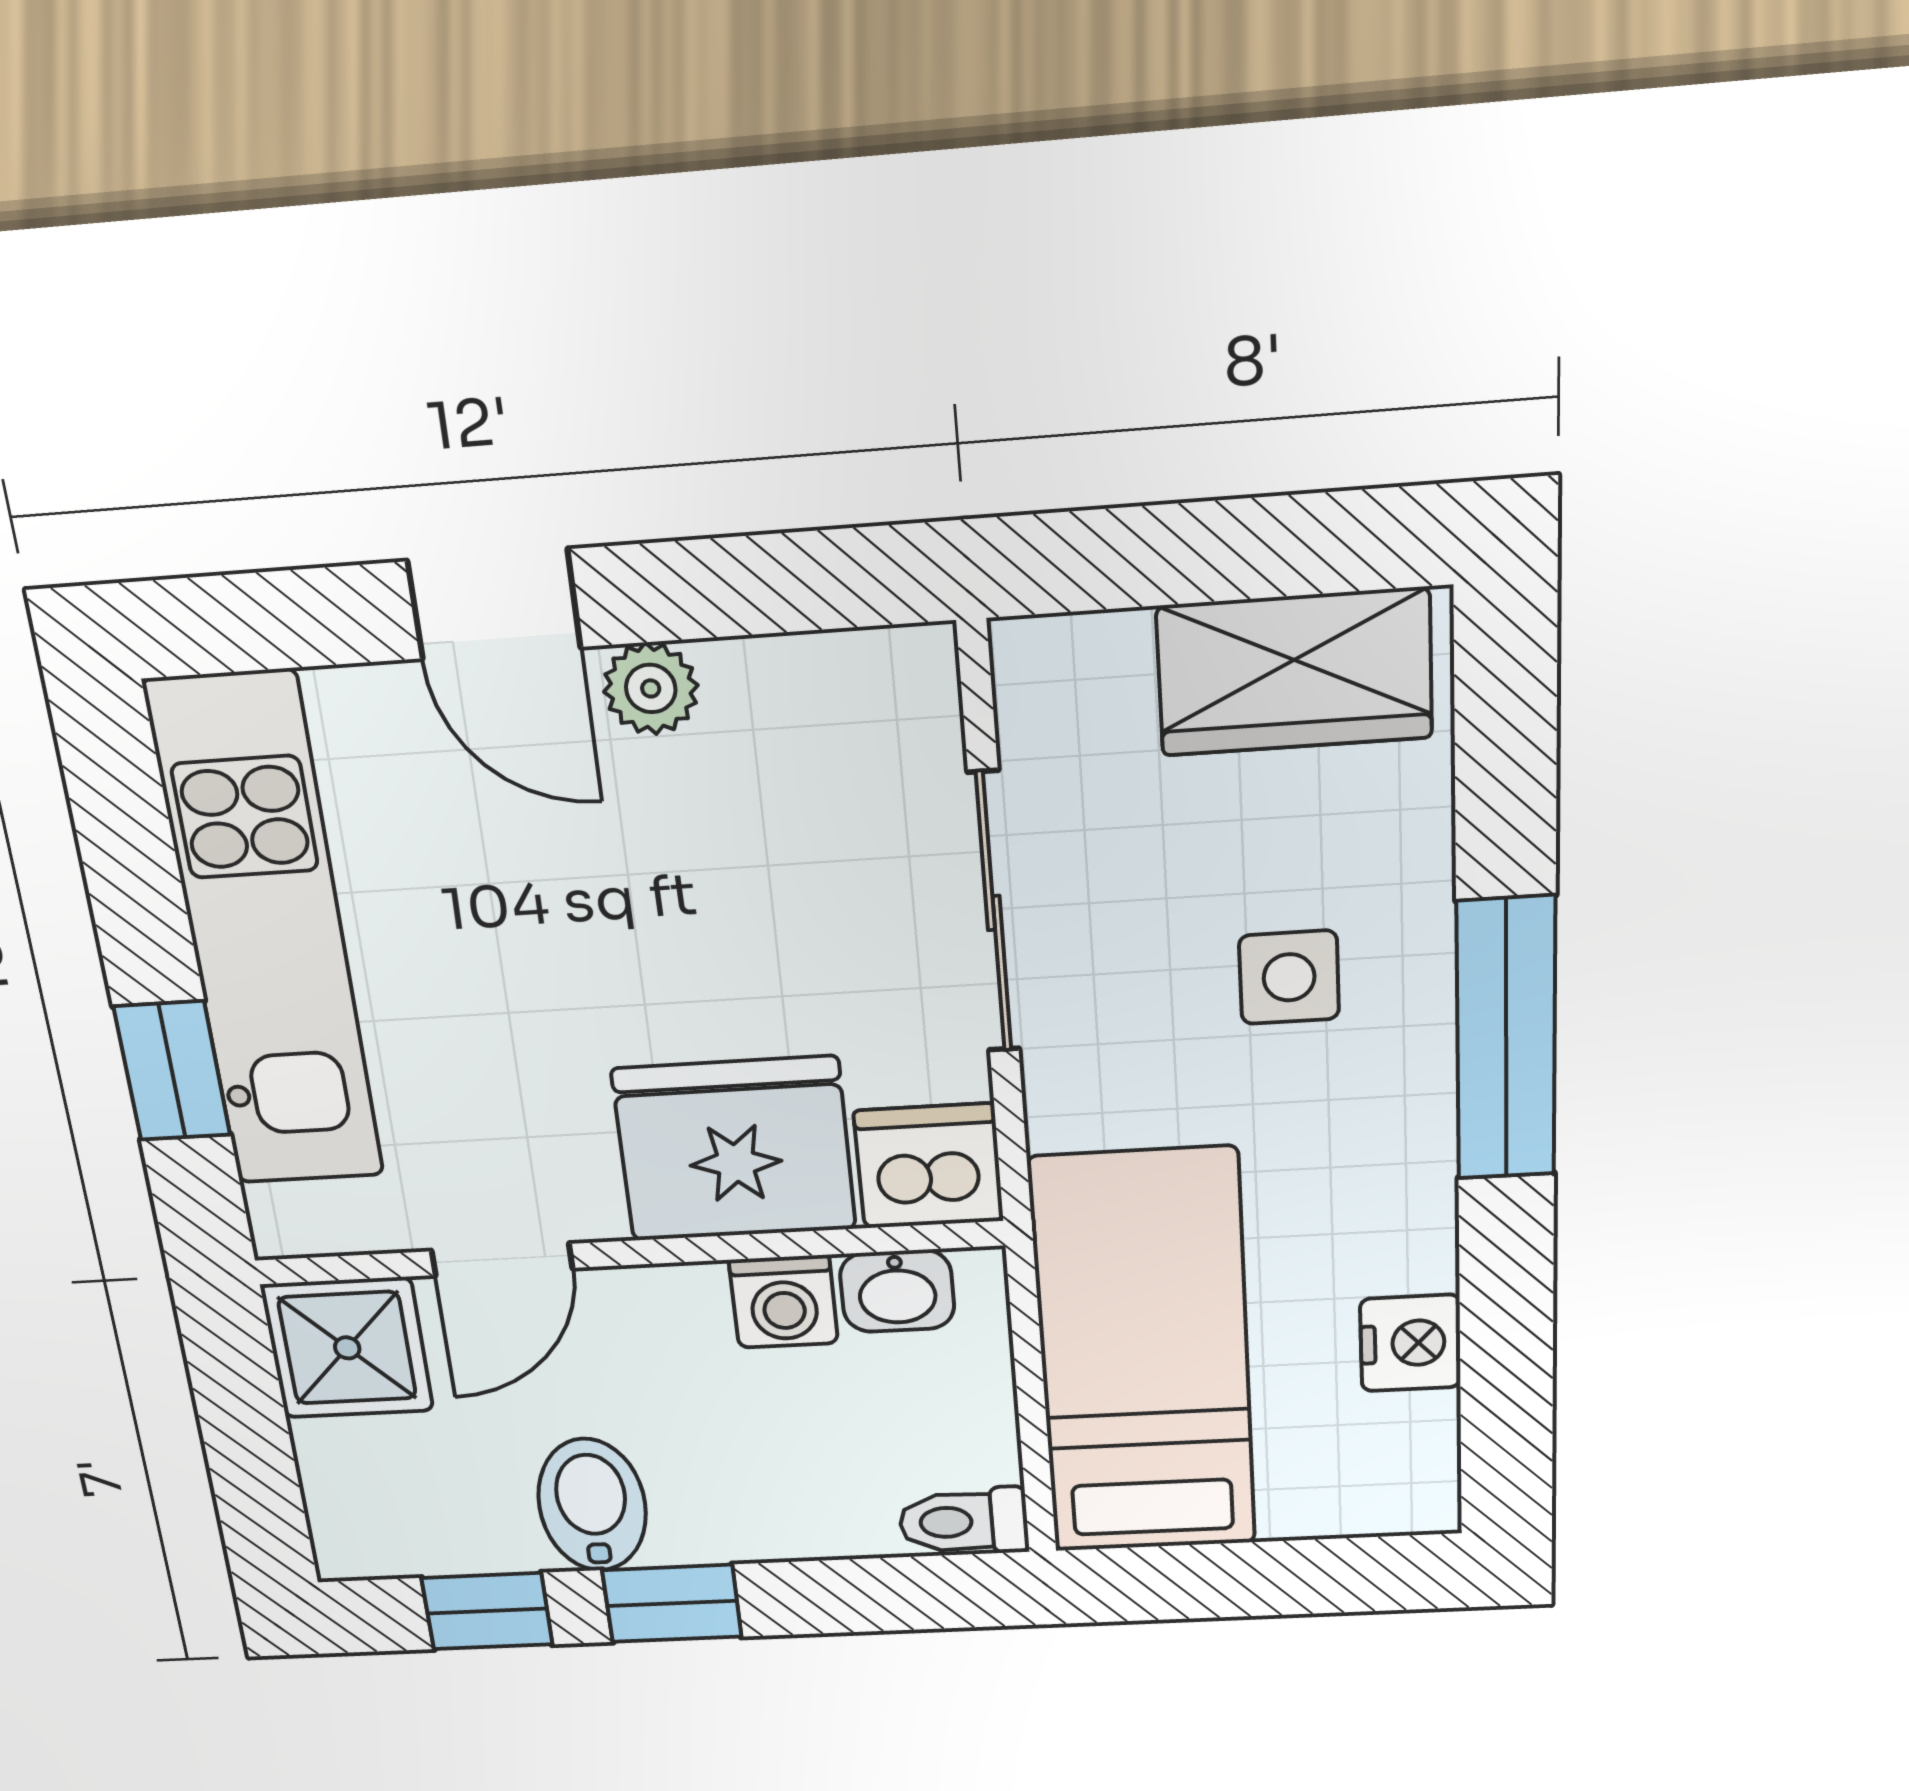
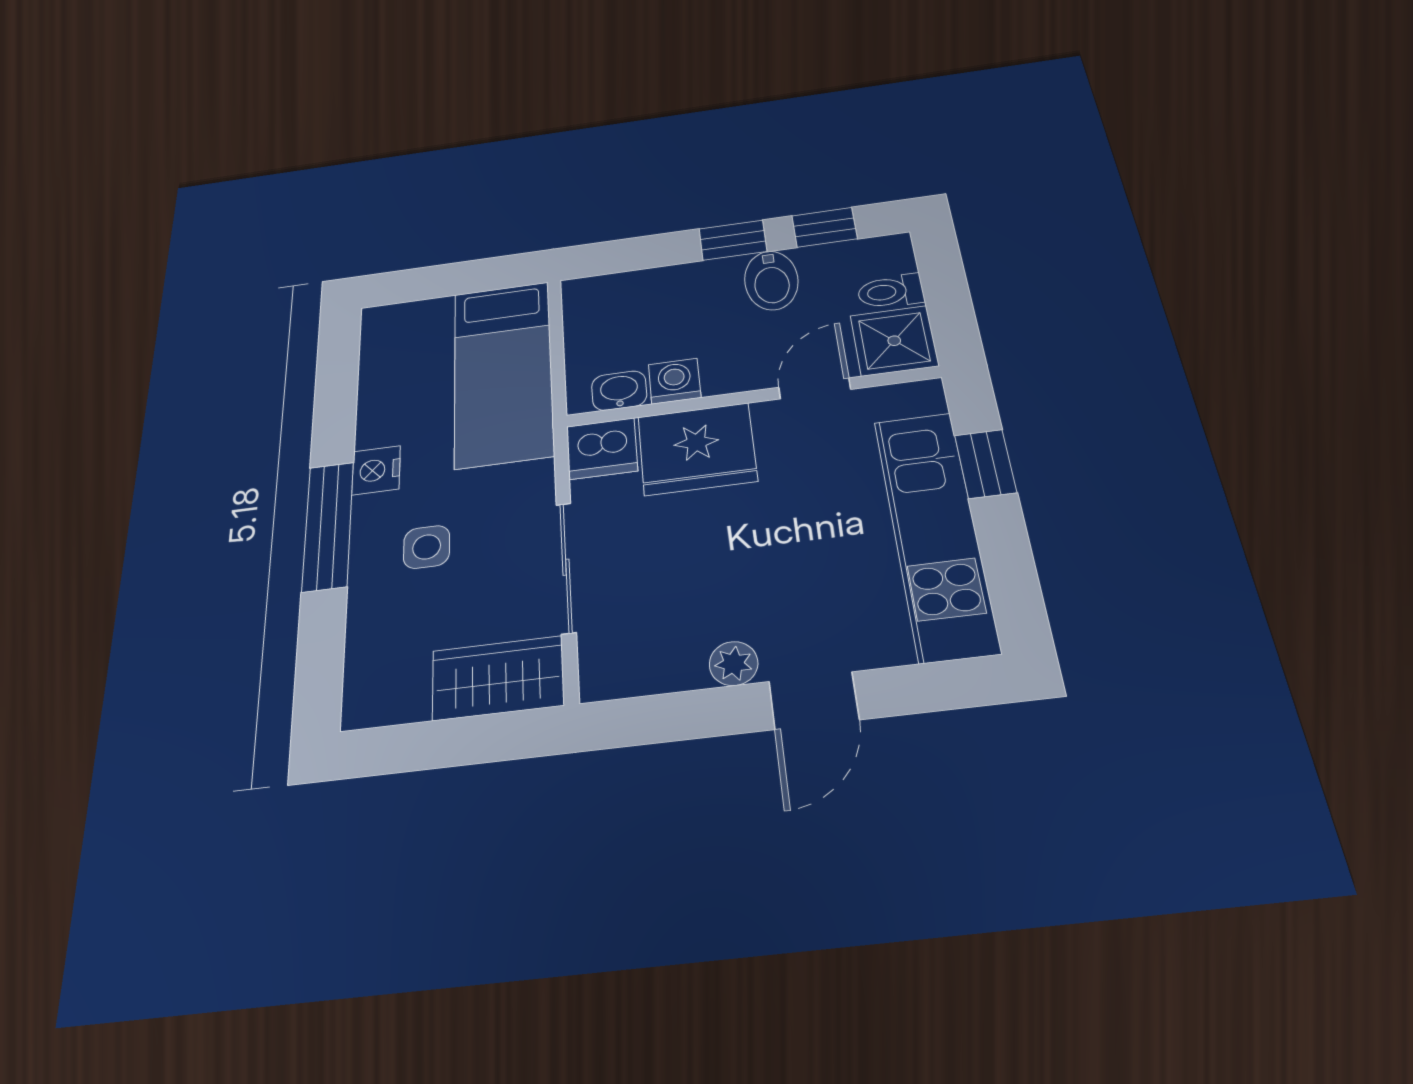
door: (494, 604) -> (814, 701), swing flipped
wardrobe: (1295, 672) -> (498, 678), moved
nightstand: (1410, 1343) -> (376, 470), moved
toilet: (964, 1522) -> (891, 291), moved, turned 180

